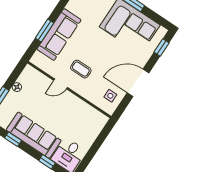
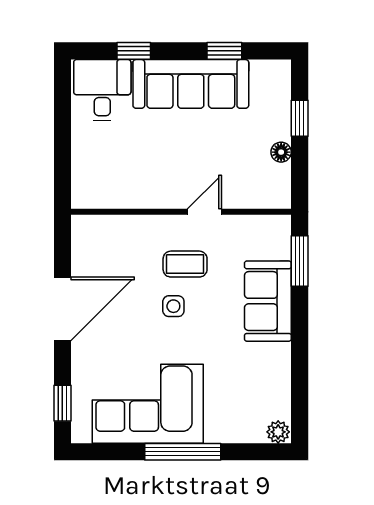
window: (44, 30) -> (300, 261), moved
sofa: (59, 35) -> (268, 301), width x0.73
side table: (110, 96) -> (173, 306), moved

